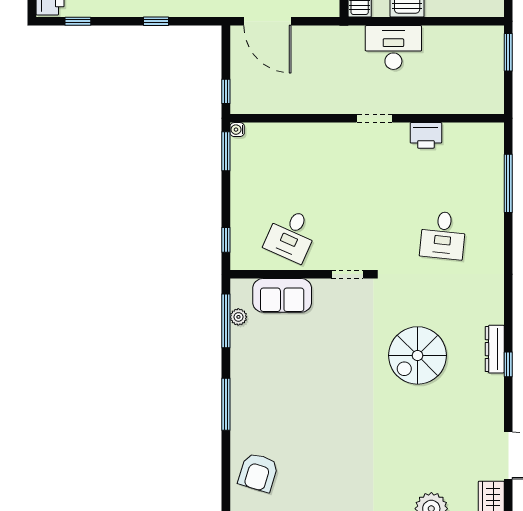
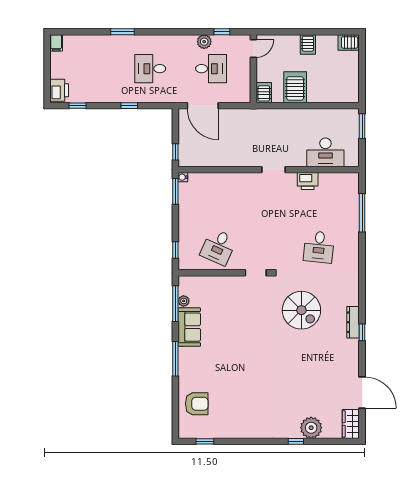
desk: (393, 48) -> (325, 152), moved, turned 180
sofa: (282, 295) -> (189, 327), moved, turned -90
spiral stairs: (418, 355) -> (301, 310), moved, turned -90
armchair: (258, 472) -> (197, 404), turned -107

